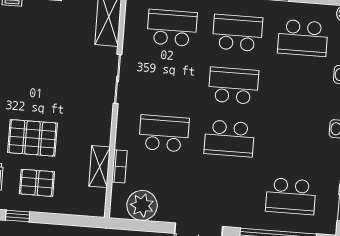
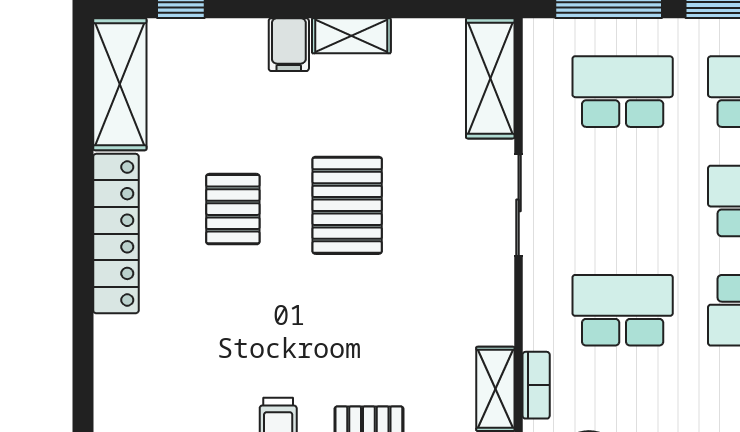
pallet: (32, 138) -> (347, 205), moved, turned 90

